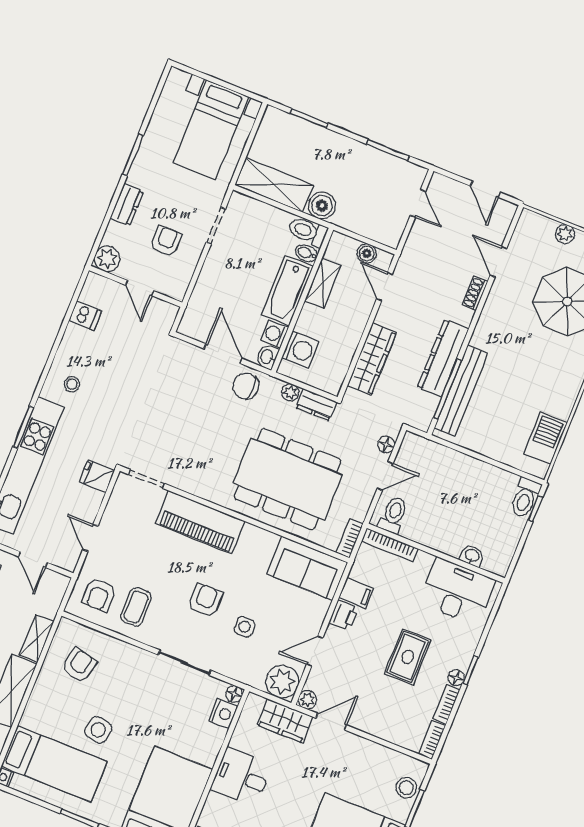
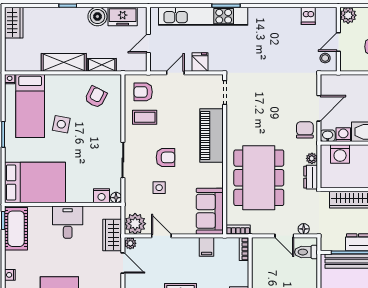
stool: (72, 384) -> (325, 58), moved
fridge: (97, 476) -> (200, 62), moved
toilet: (393, 515) -> (306, 252), moved, turned 180
bookcase: (390, 545) -> (244, 249), width x0.64
printer: (344, 615) -> (190, 245), removed
armchair: (79, 665) -> (96, 97), turned -76

